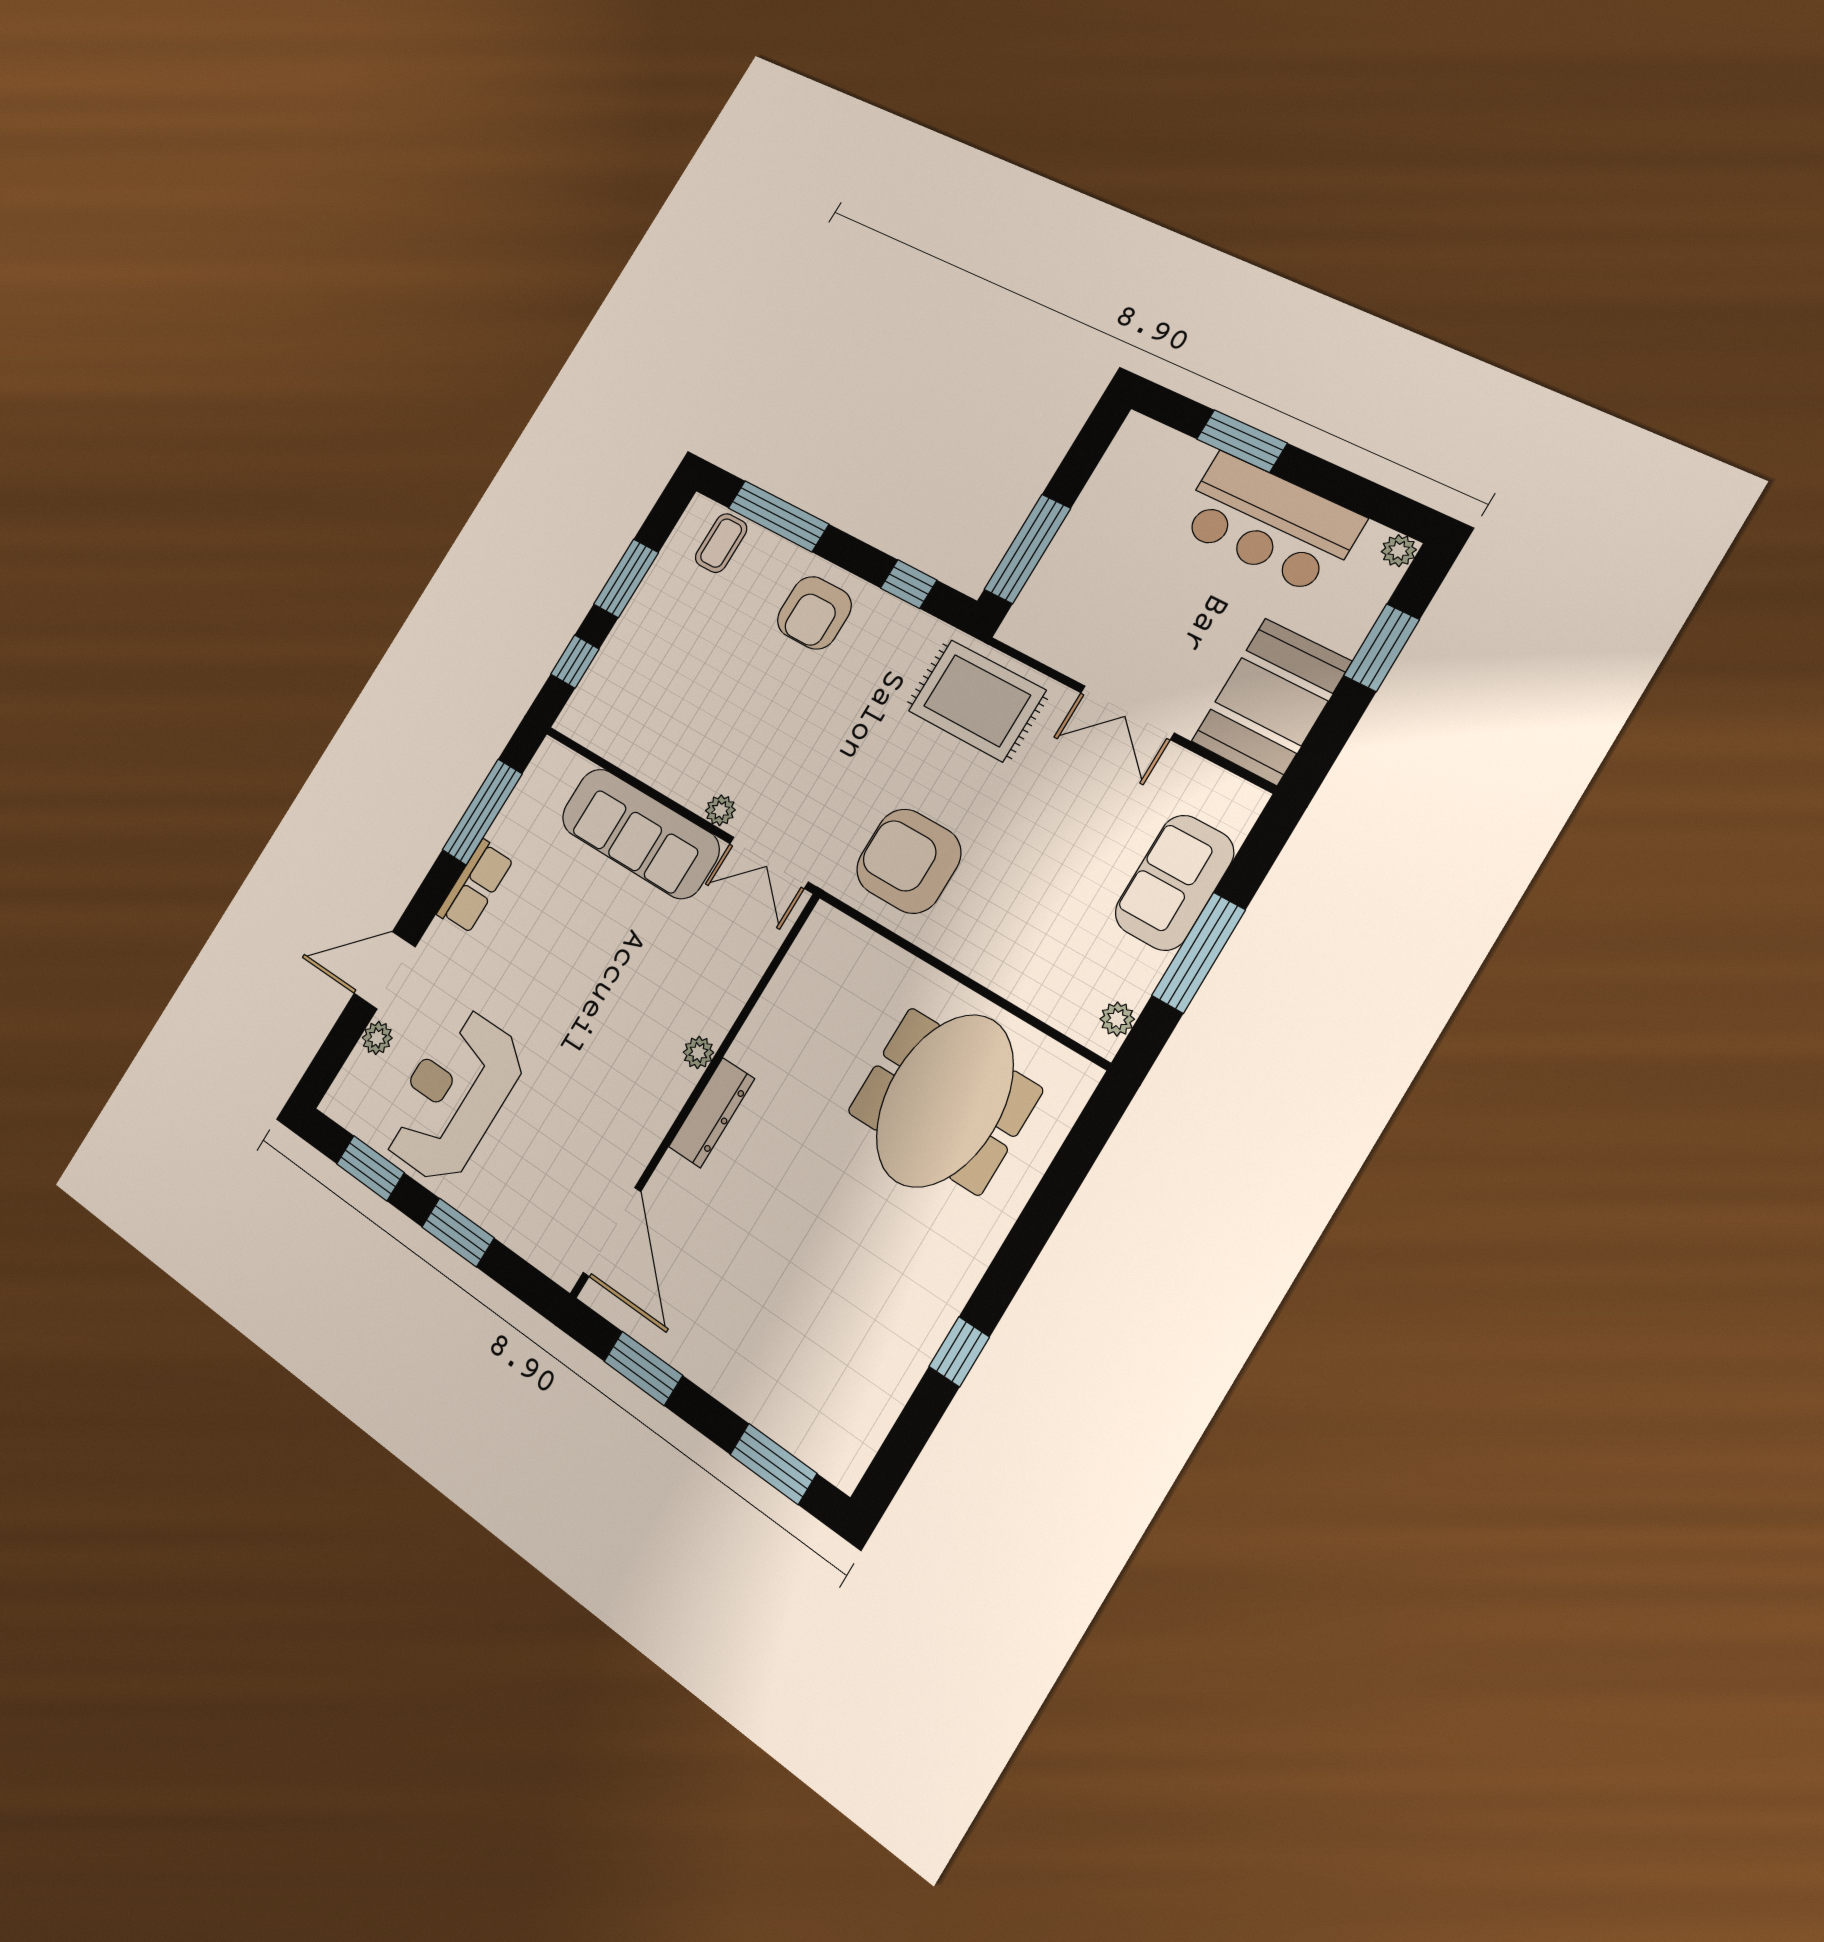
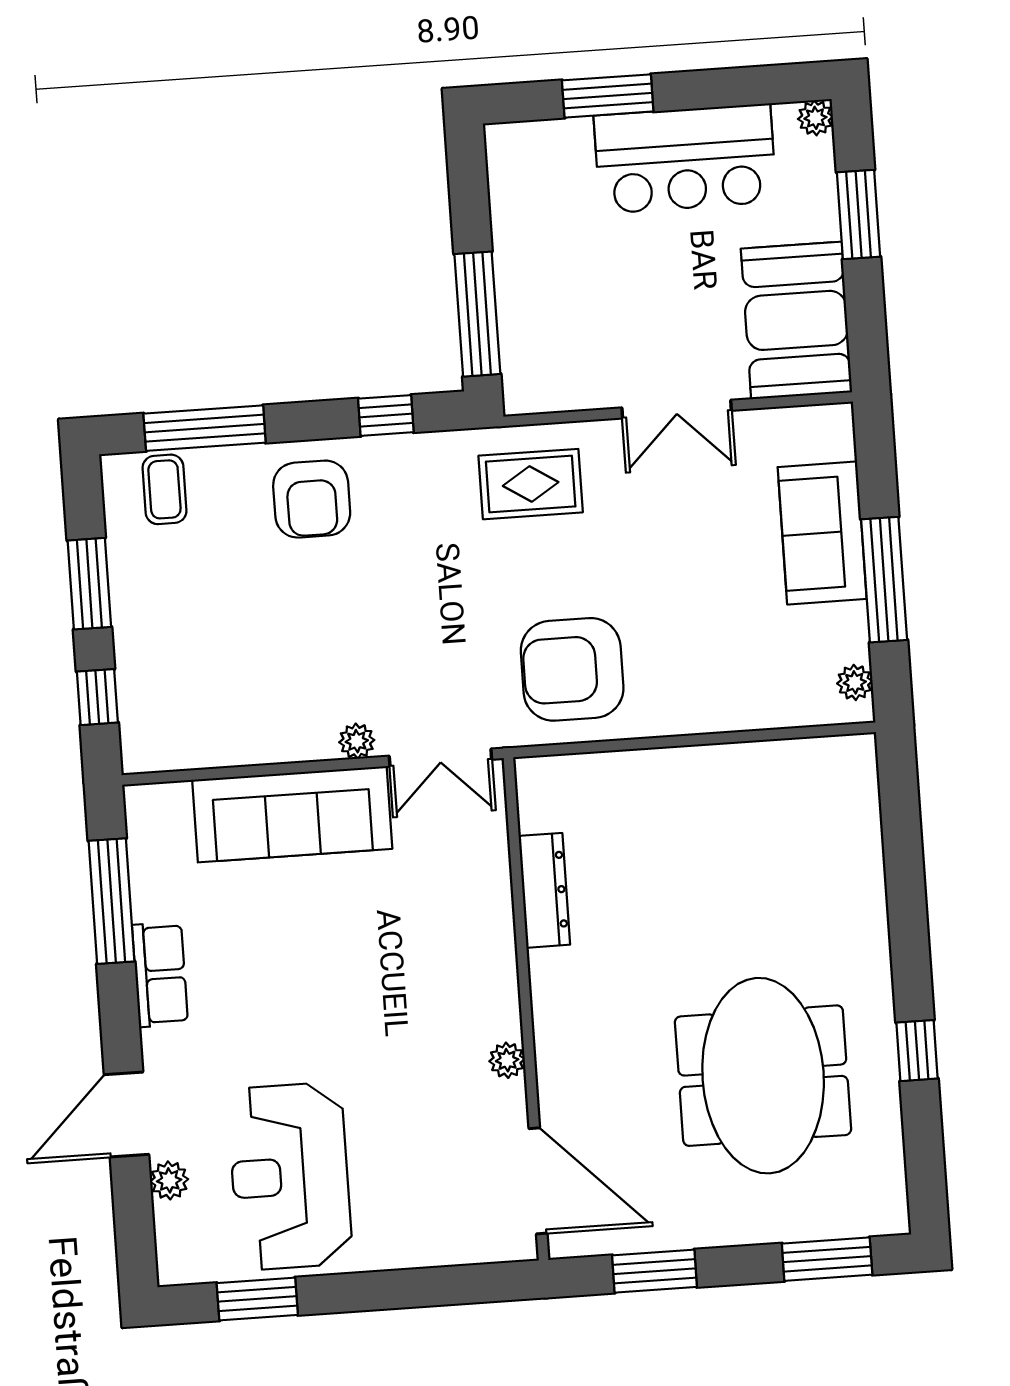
rug: (977, 701) -> (531, 484), width x0.73, depth x0.70
plant: (698, 1052) -> (507, 1060), moved
meeting table: (945, 1101) -> (763, 1076), moved
dresser: (712, 1113) -> (544, 890), moved
window: (458, 1232) -> (390, 1290), removed

